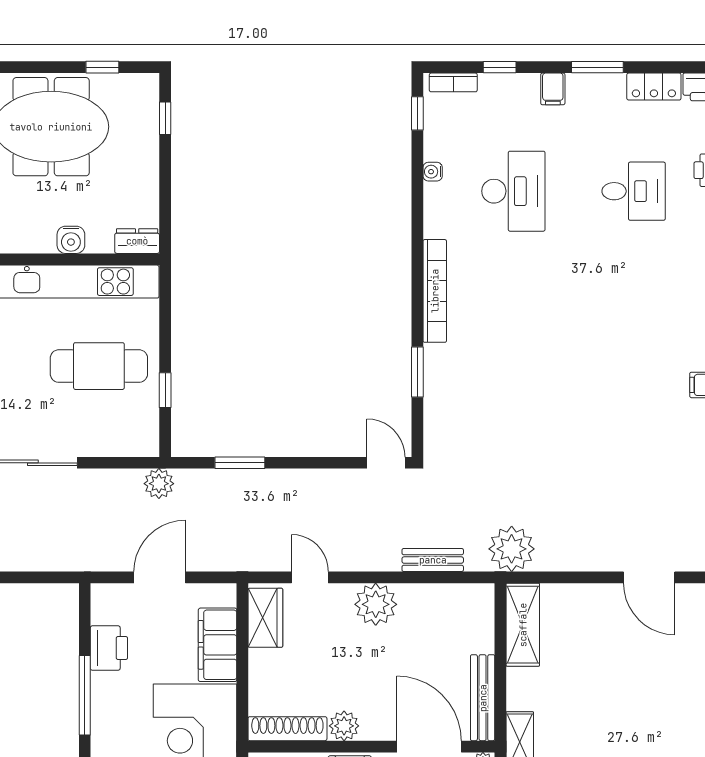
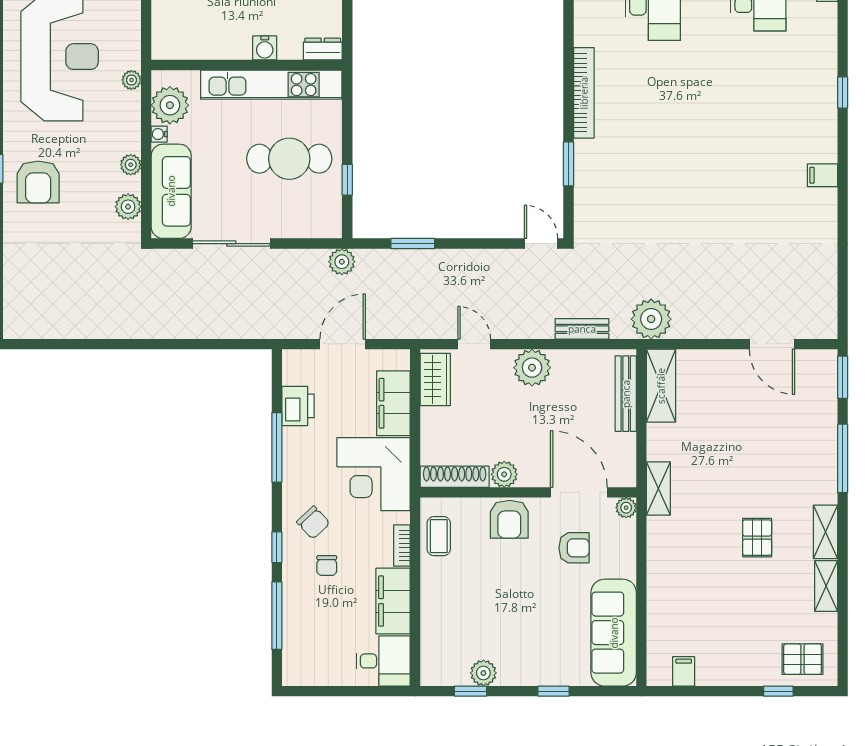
bench: (483, 698) -> (626, 394), moved

